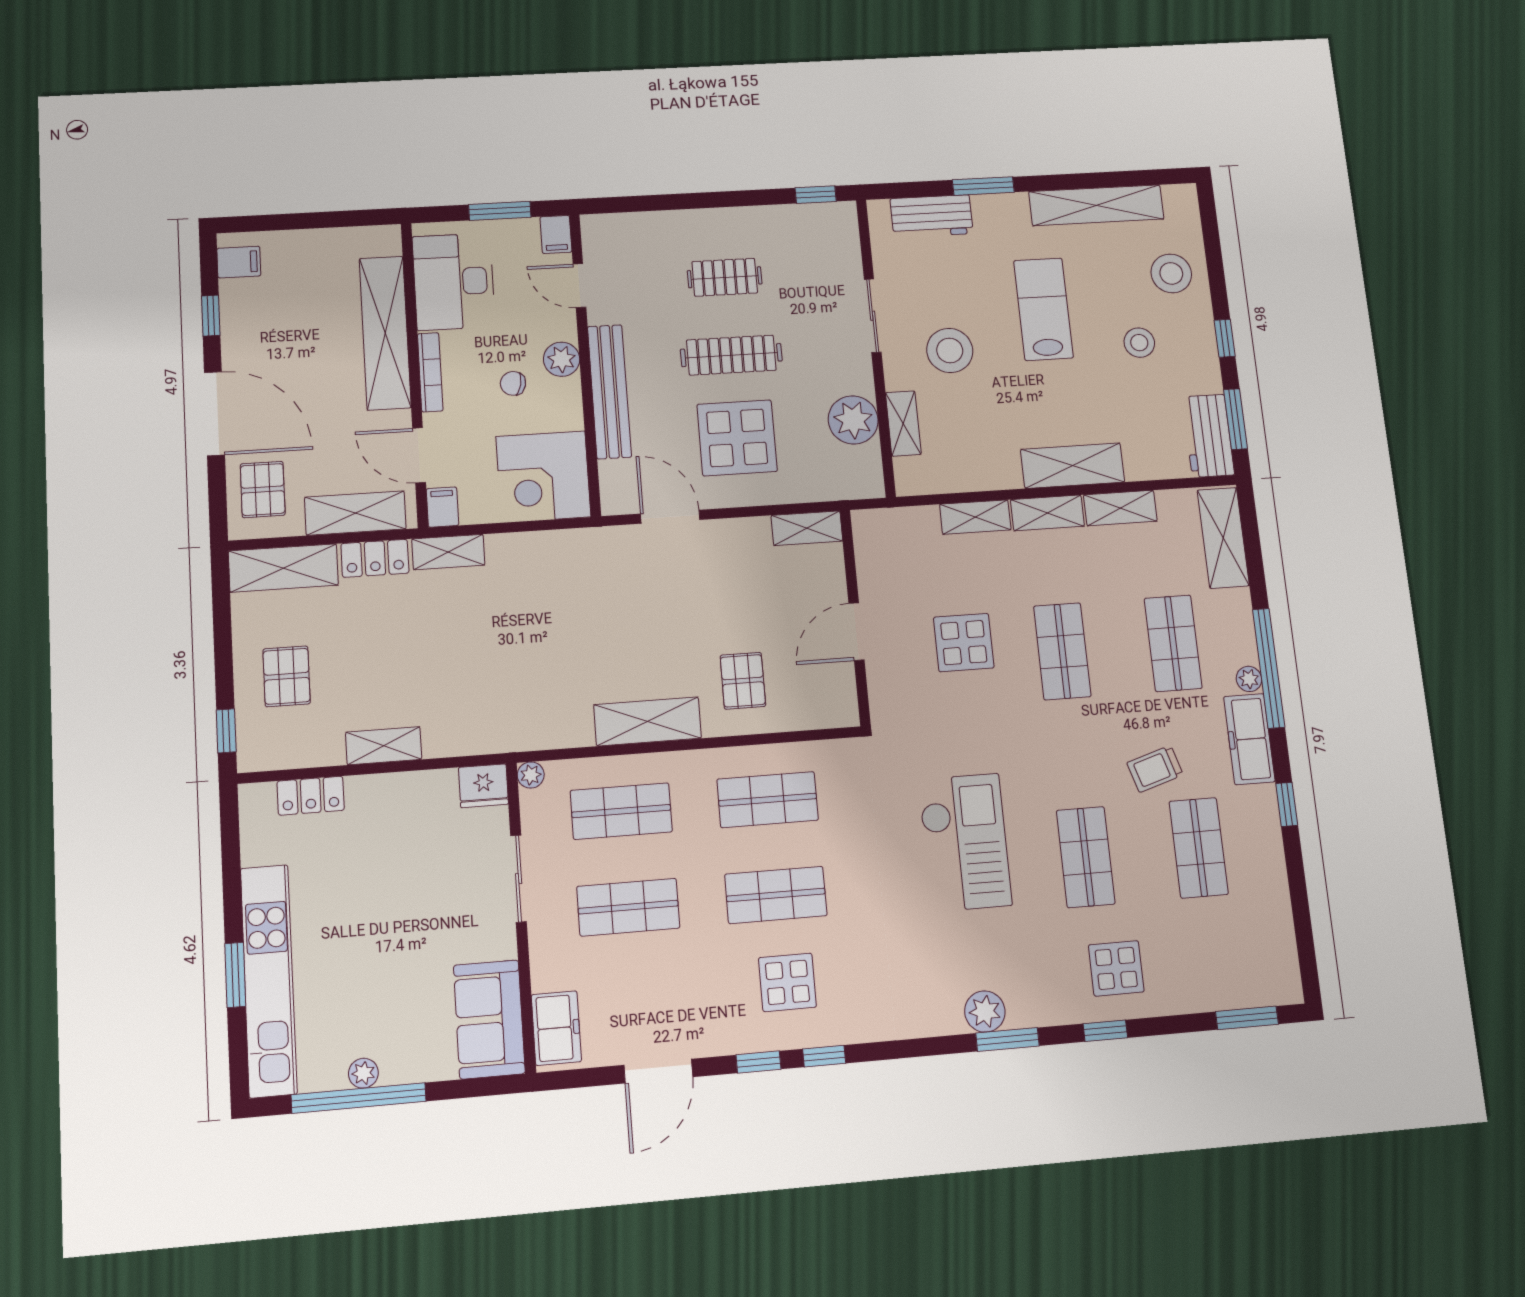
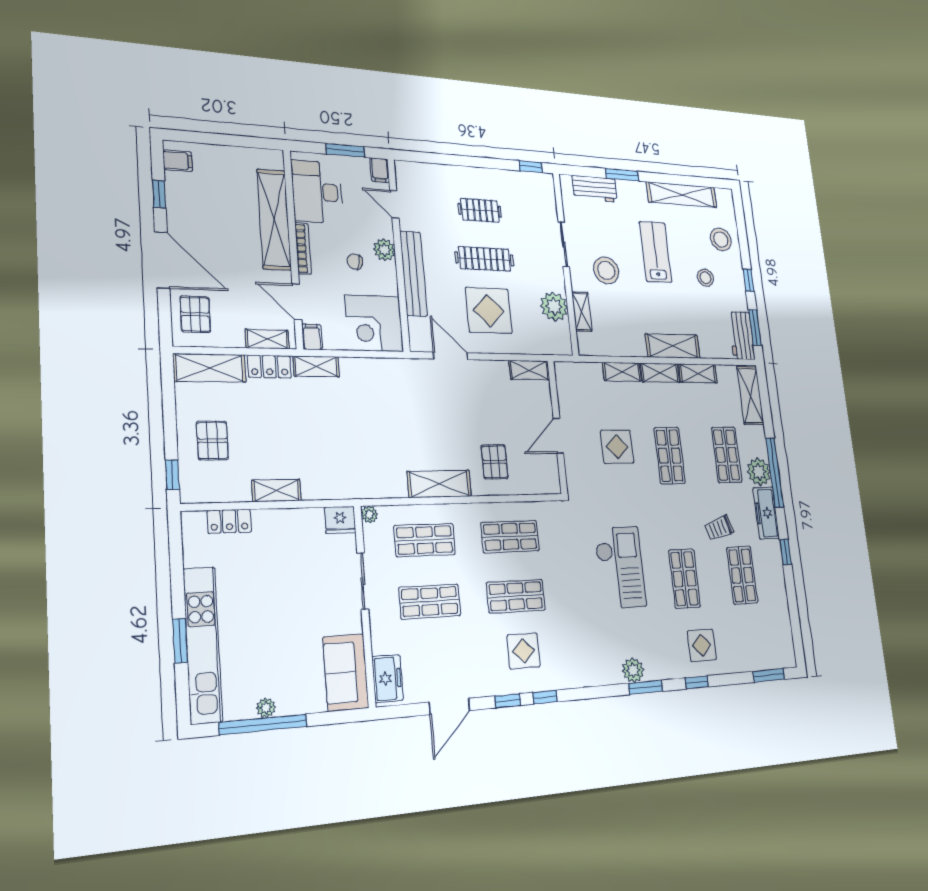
shelving: (355, 513) -> (267, 339), width x0.67, depth x0.75
plant: (1249, 679) -> (759, 472), width x1.87, depth x1.87

